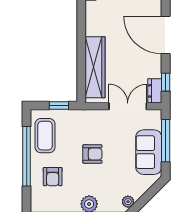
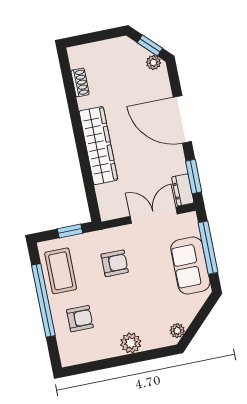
wardrobe: (95, 67) -> (98, 146), moved
window: (166, 82) -> (194, 176), width x1.50
armchair: (92, 154) -> (115, 263), moved
armchair: (53, 177) -> (80, 319), turned -90

